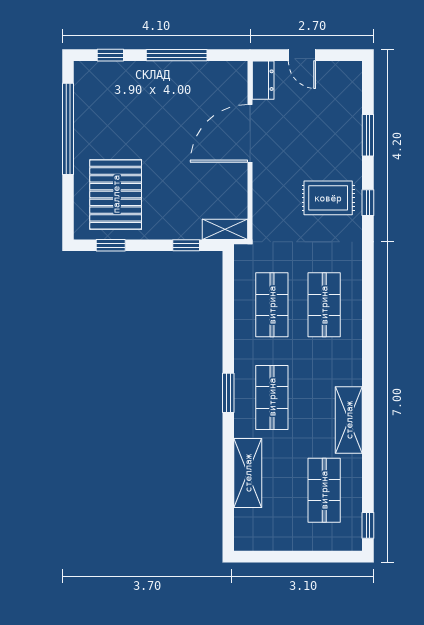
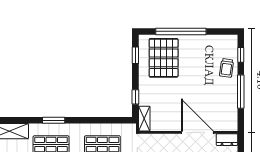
trolley: (134, 81) -> (227, 68), added
window: (68, 129) -> (181, 31), moved
pallet: (116, 194) -> (164, 58), turned 90

